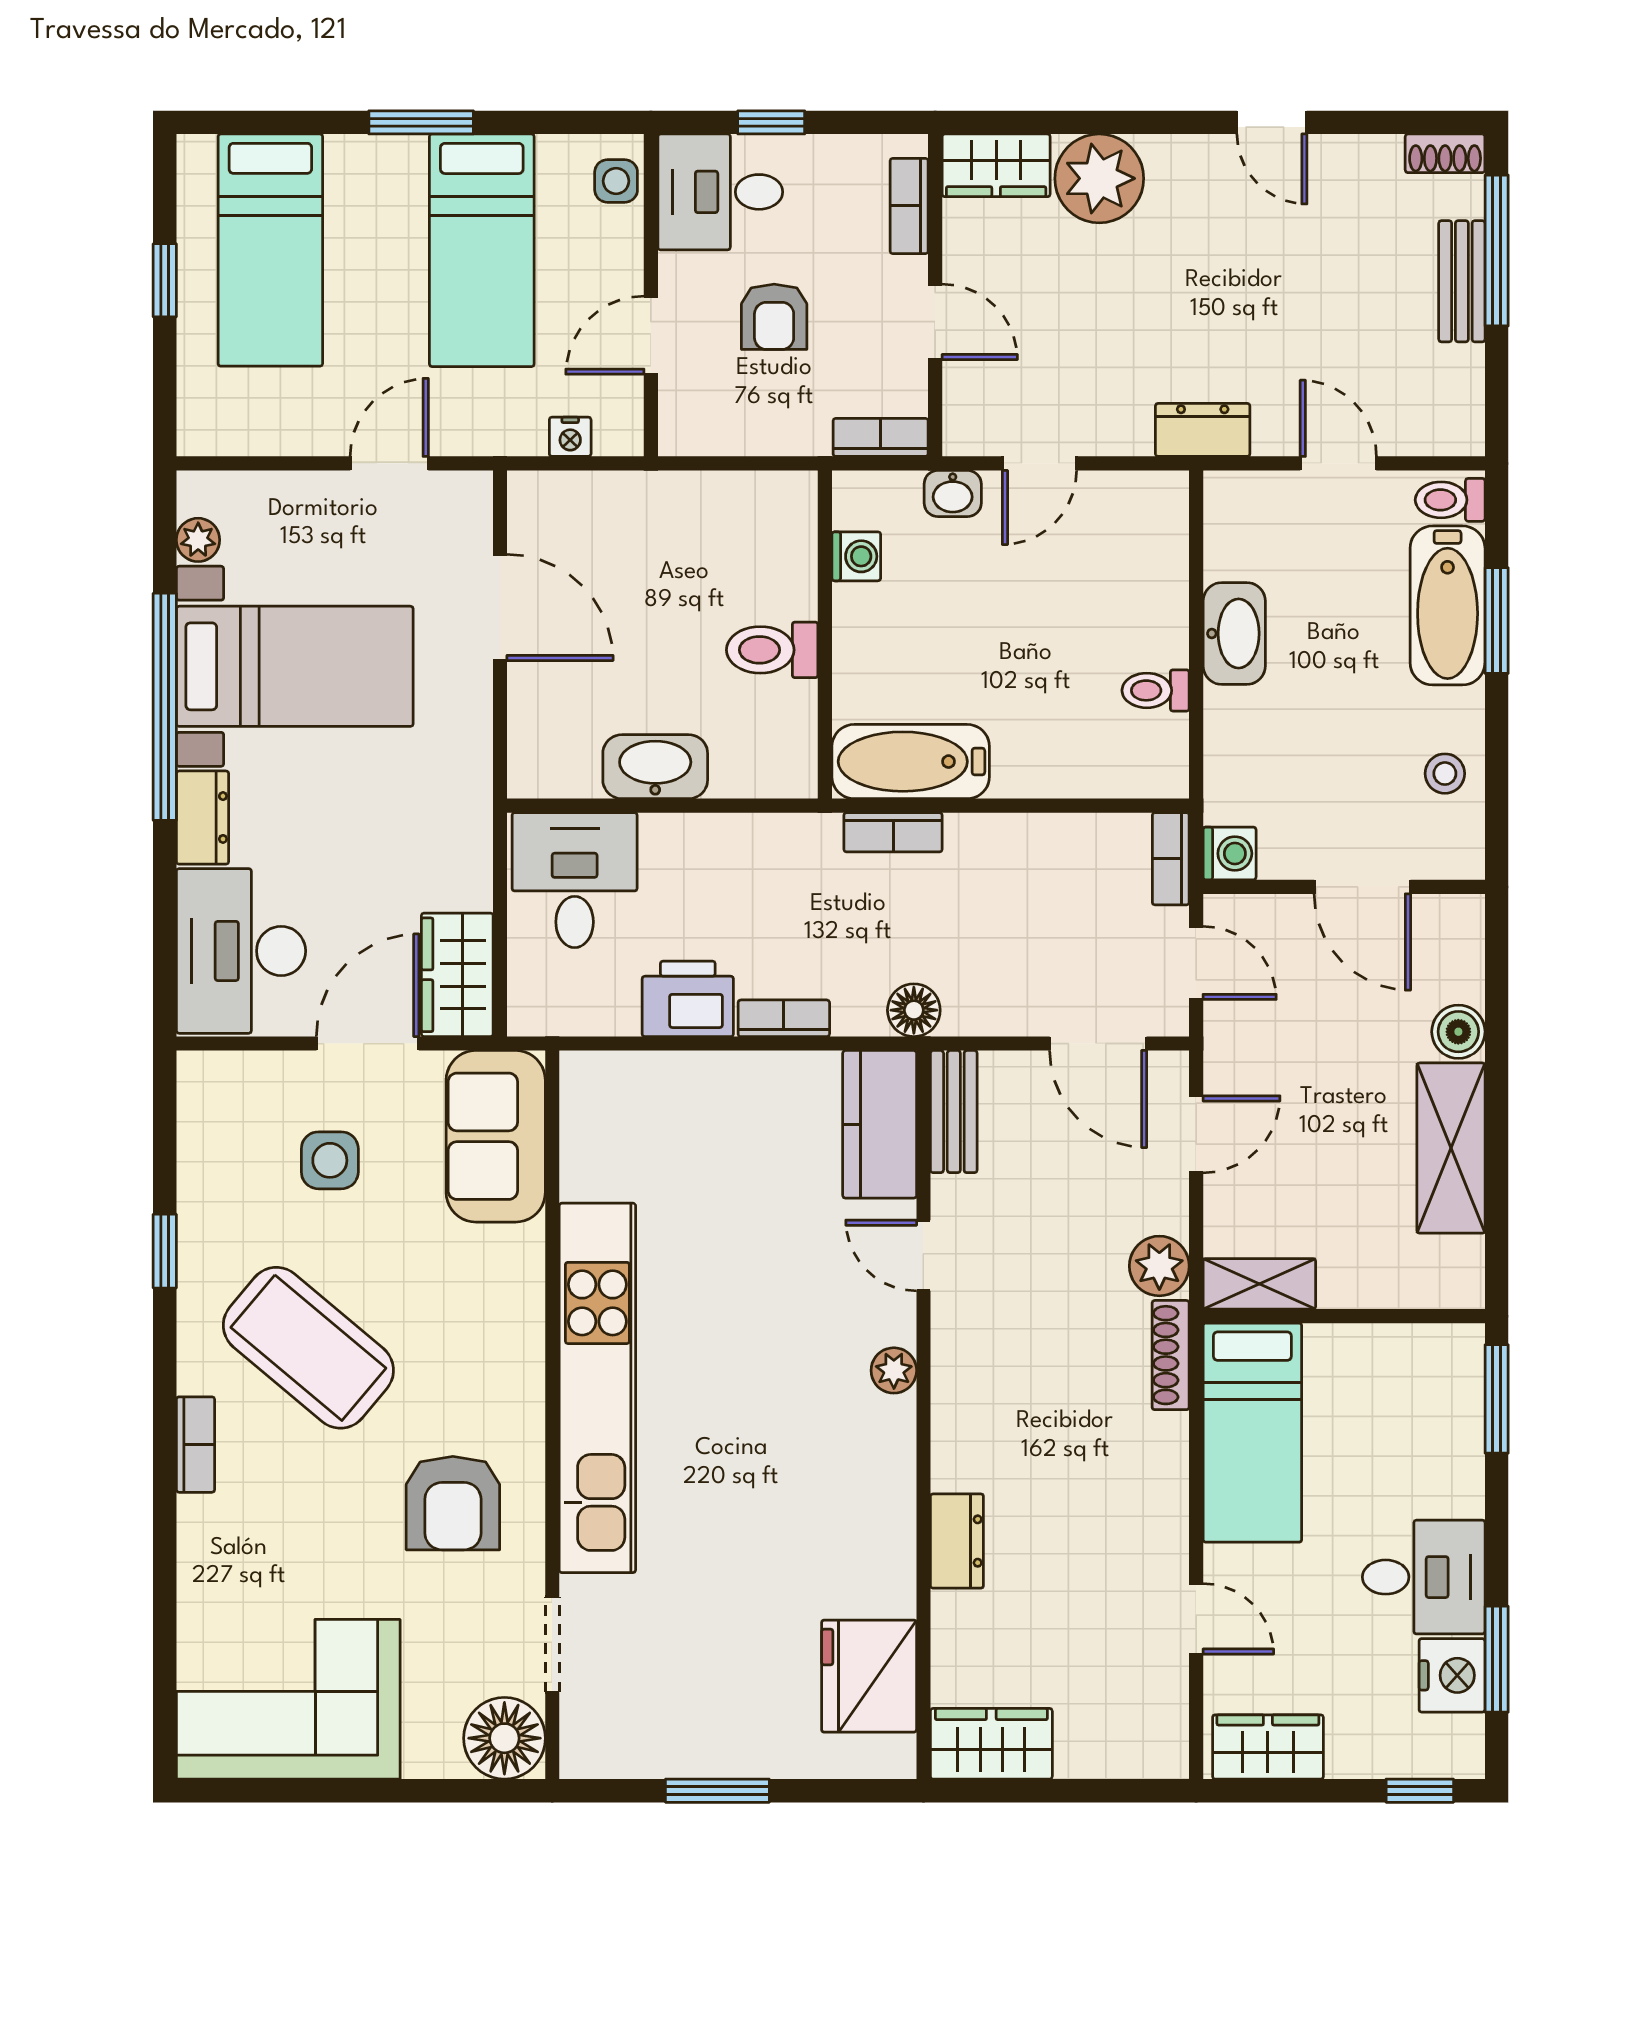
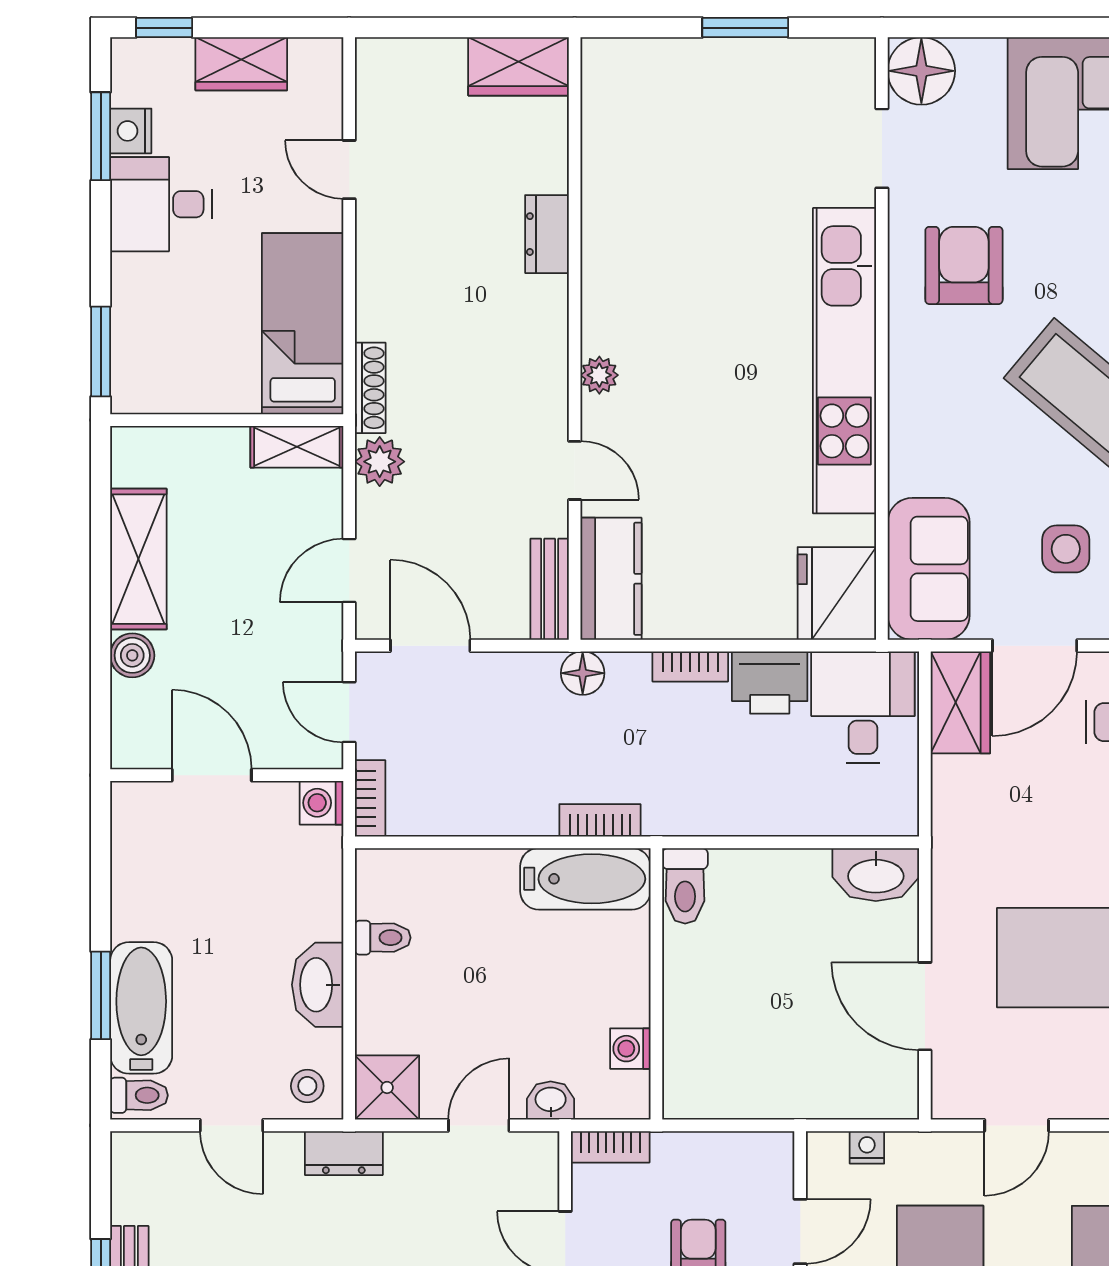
shower: (1150, 509) -> (387, 1087), added
toilet: (772, 650) -> (685, 886), moved, turned 90
washbasin: (655, 767) -> (876, 875), moved
stool: (1445, 774) -> (307, 1086), moved
desk: (575, 880) -> (863, 707), moved, turned 180
nightstand: (1452, 1675) -> (131, 131), width x0.74, depth x0.75
fridge: (869, 1676) -> (837, 593), moved, turned 180
wardrobe: (1268, 1747) -> (241, 64), moved

